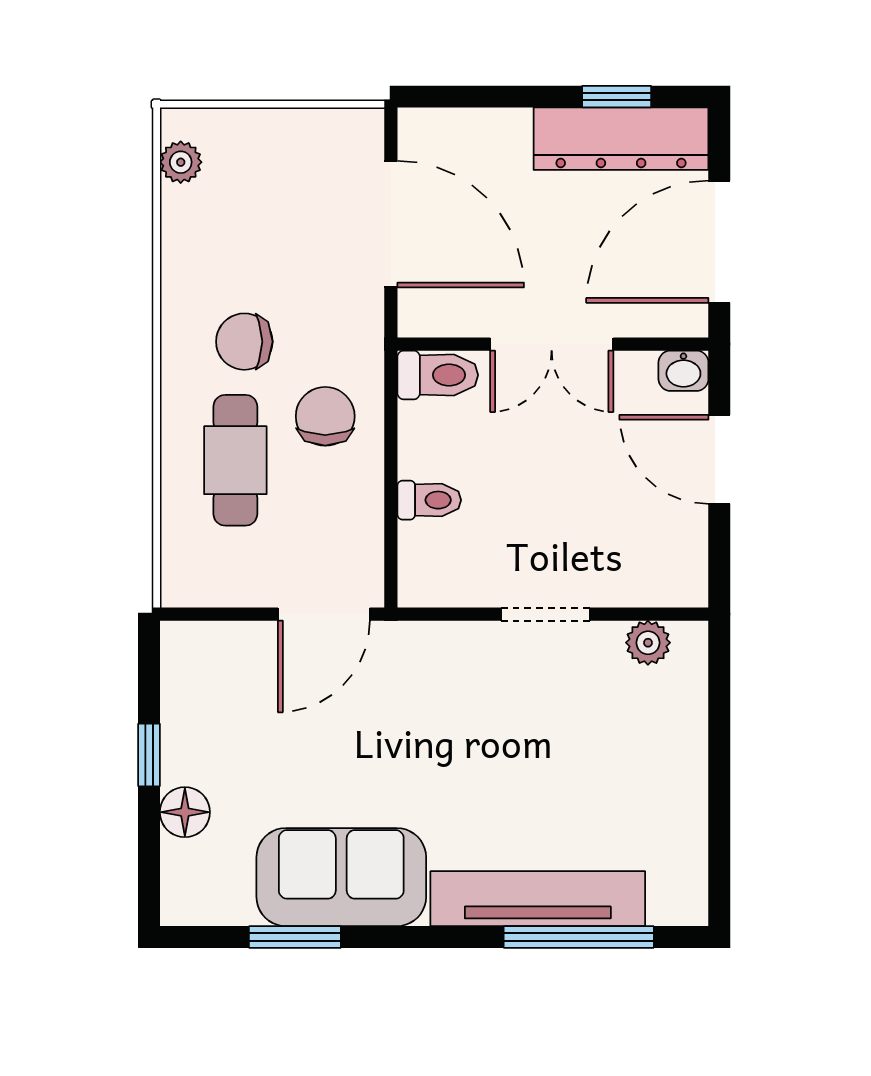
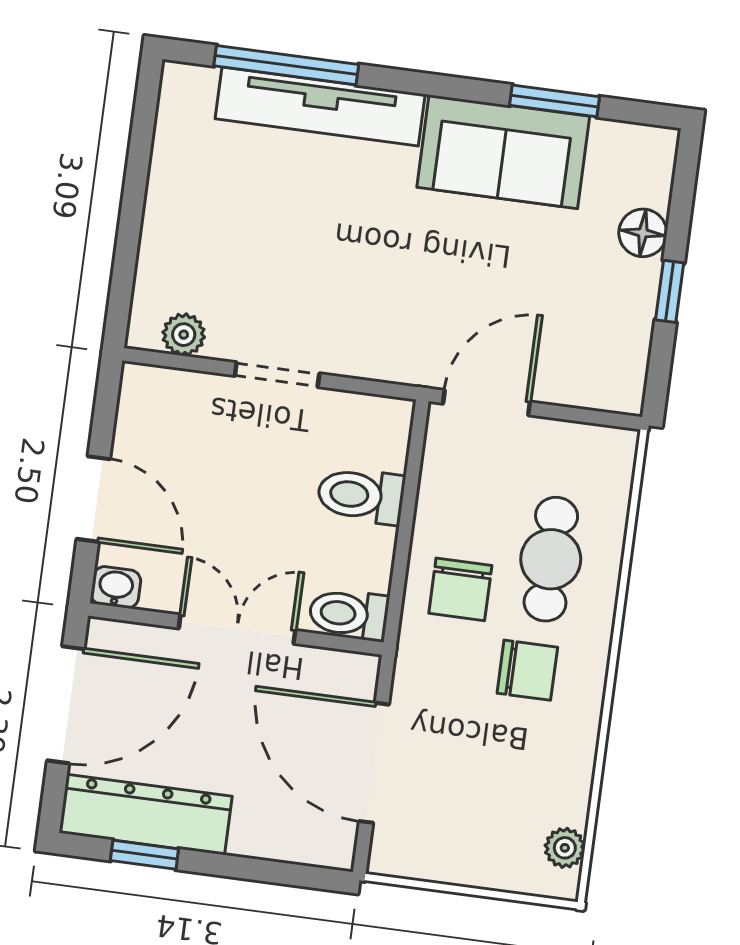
toilet: (429, 500) -> (361, 496), width x1.37, depth x1.39

